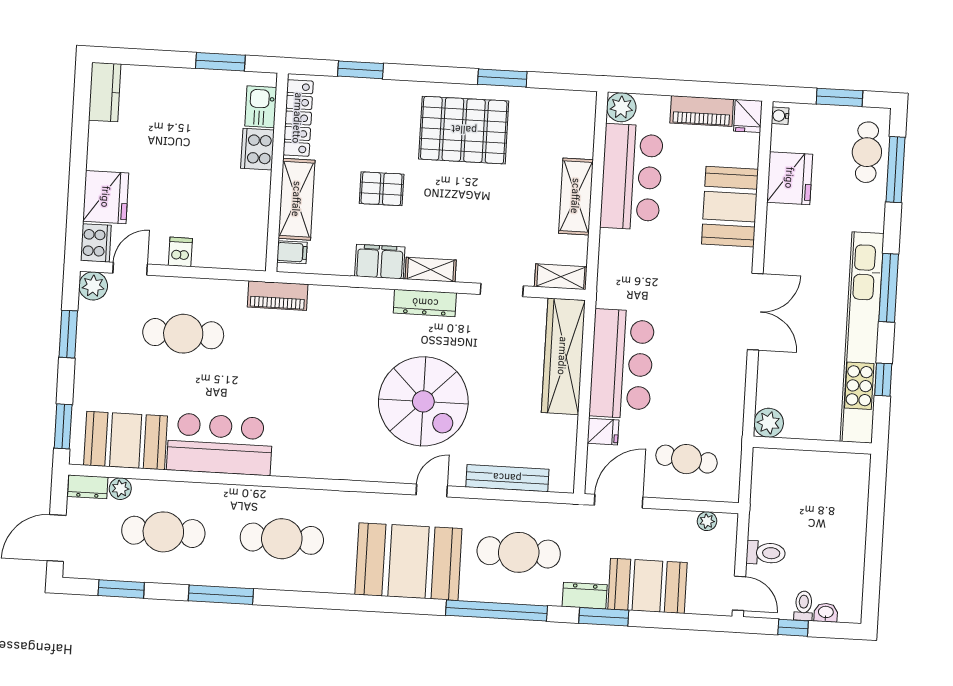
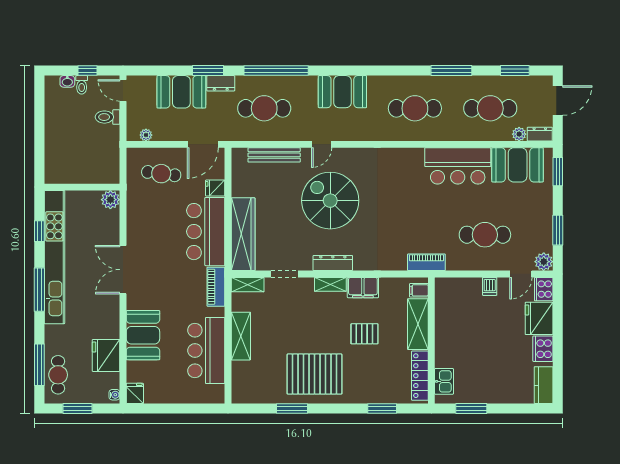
plant: (621, 107) -> (215, 394), removed
piano: (702, 111) -> (216, 287), moved, turned -90
cooker: (257, 149) -> (543, 349), moved, turned 180
booth: (408, 562) -> (342, 92), width x0.73, depth x0.70

